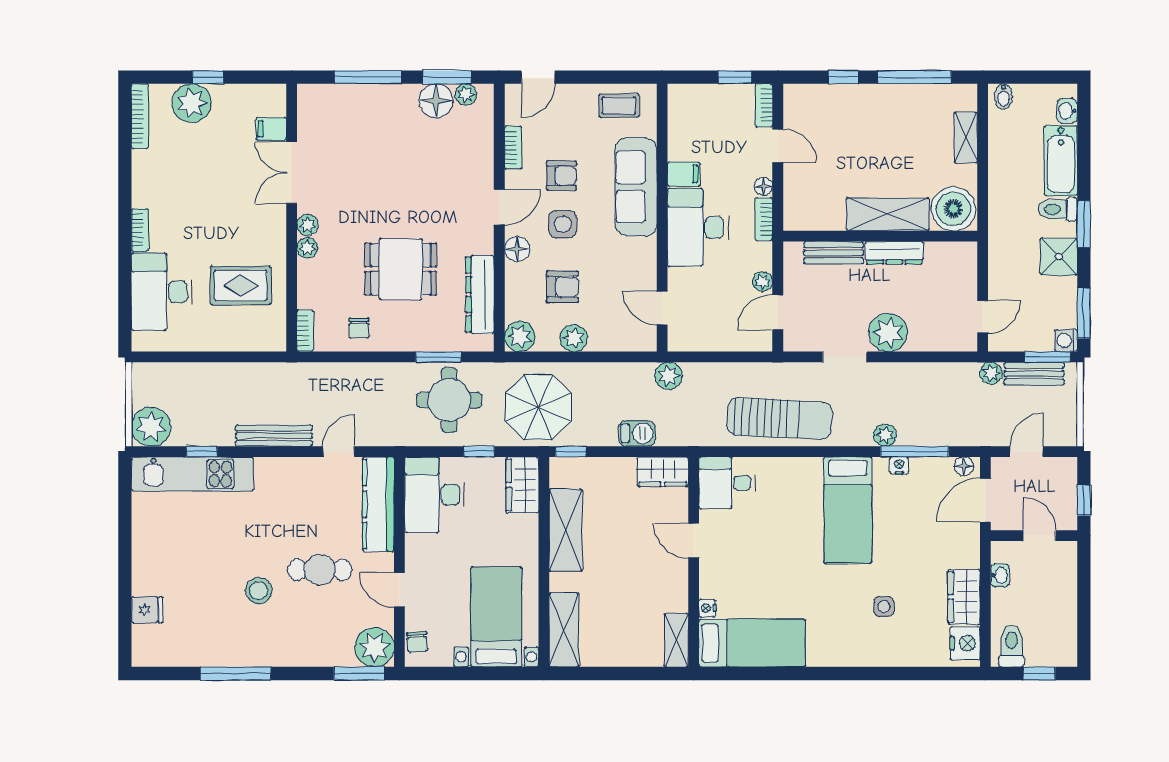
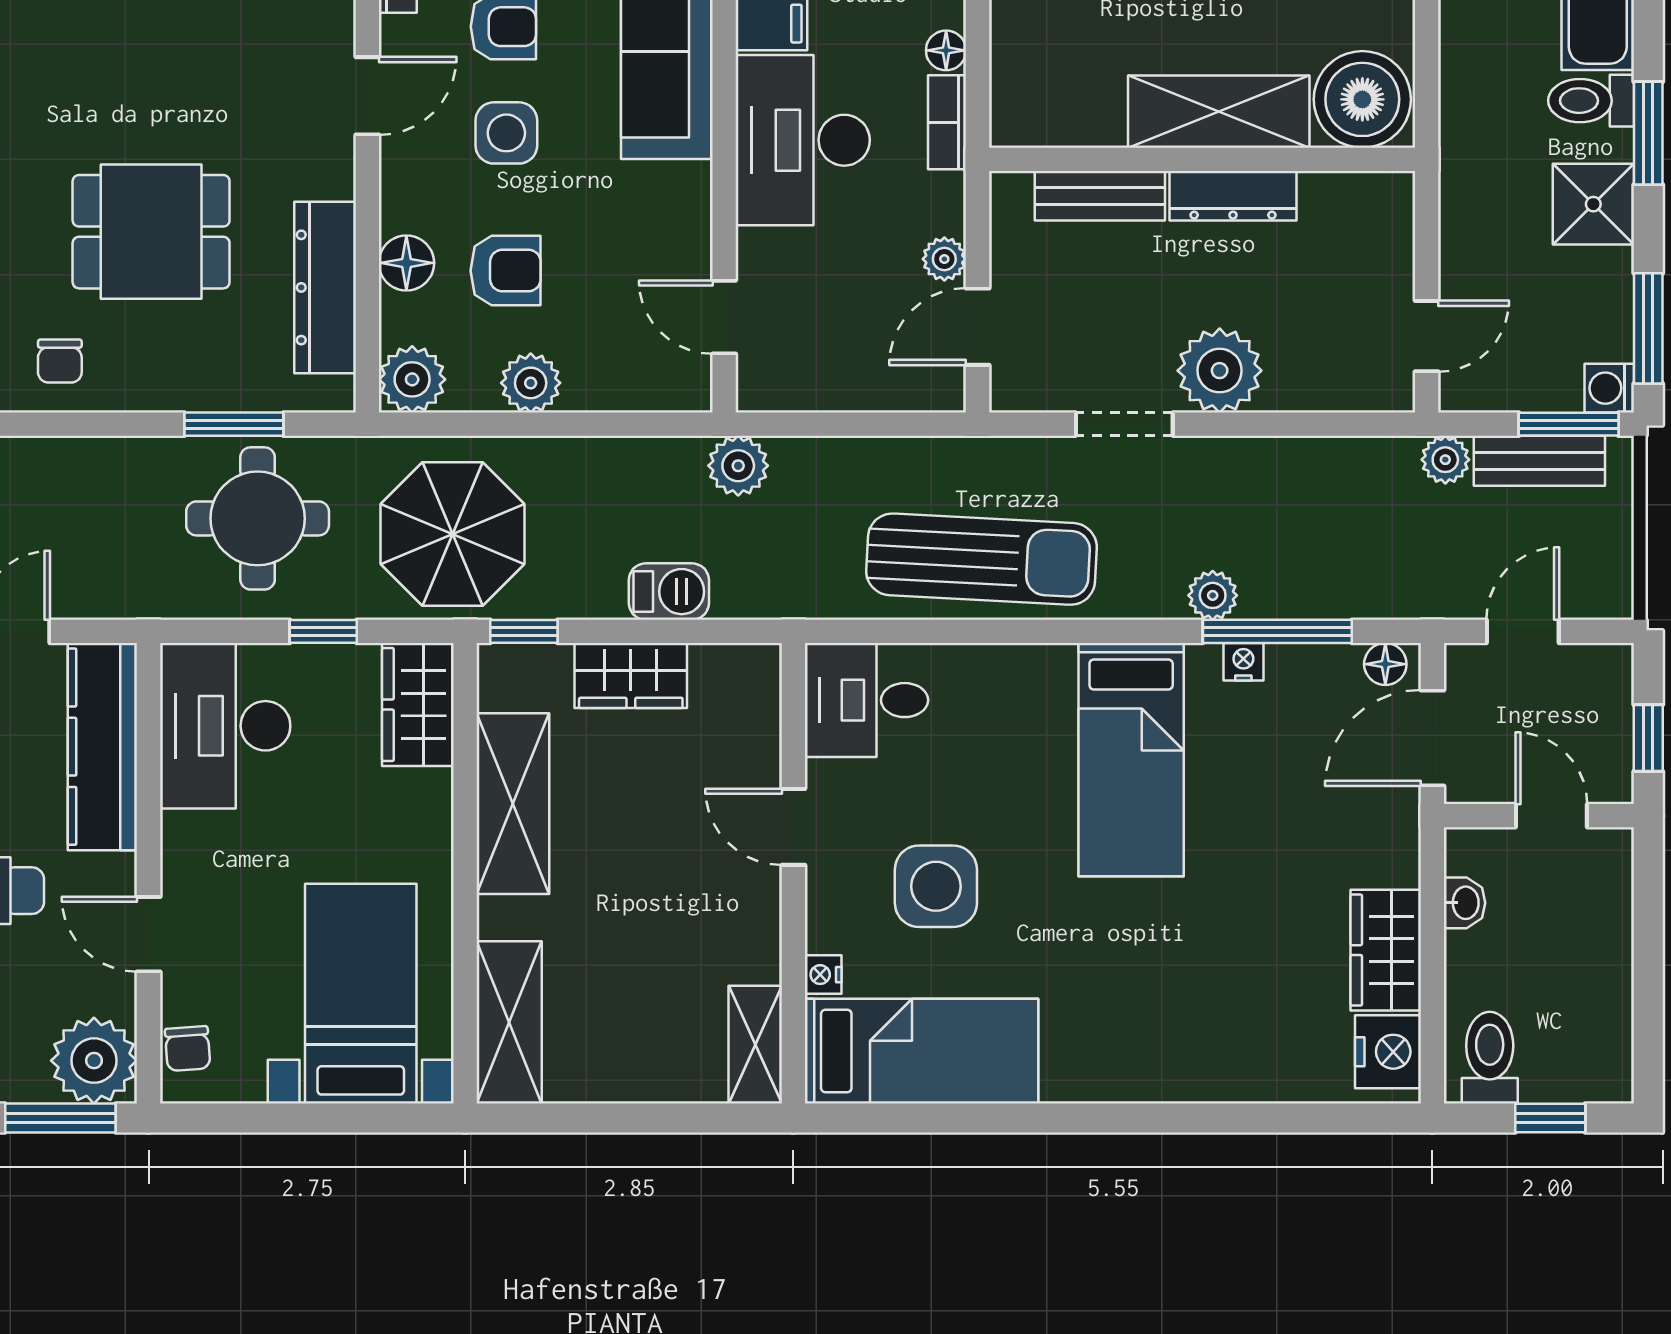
floor lamp: (517, 249) -> (406, 263), moved
wardrobe: (663, 472) -> (631, 676), moved
side table: (884, 607) -> (936, 886), moved, width x1.87, depth x1.87

